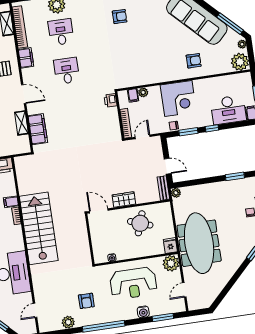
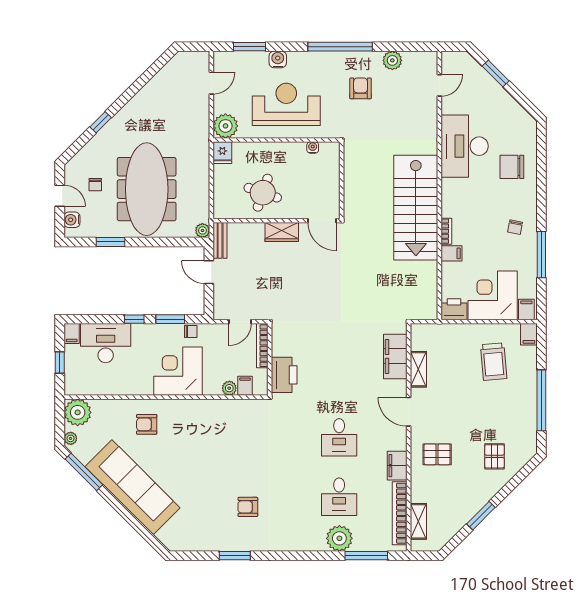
printer: (110, 100) -> (284, 375), width x1.87, depth x1.48
meeting table: (199, 243) -> (147, 189), moved

